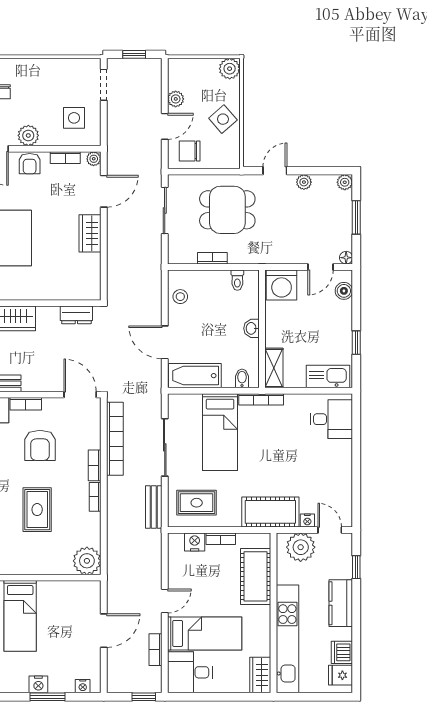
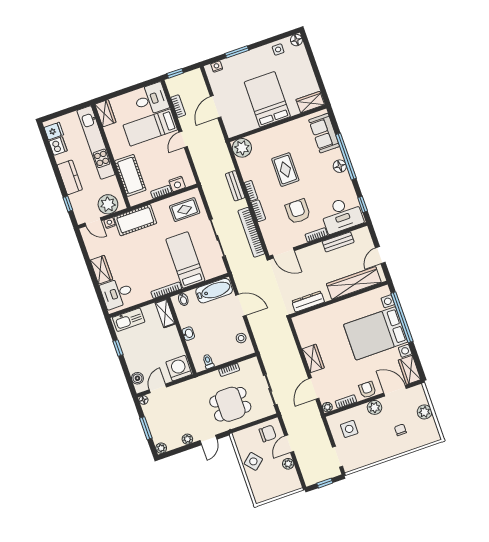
plant: (230, 69) -> (260, 495), removed
dresser: (76, 315) -> (308, 302), width x1.44
wardrobe: (341, 459) -> (101, 270), added
bench: (154, 507) -> (235, 186), moved
bed: (20, 616) -> (267, 99), width x1.50
nightstand: (38, 684) -> (245, 58), removed

